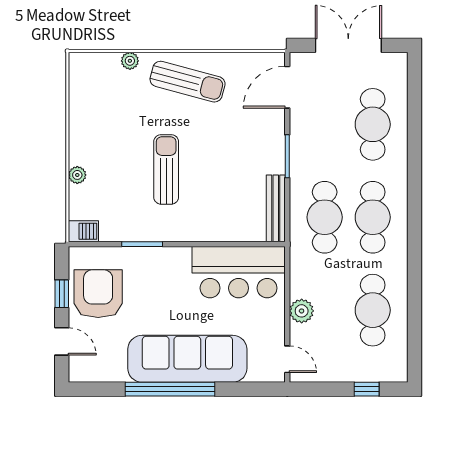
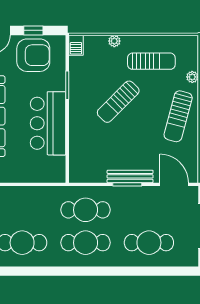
sun lounger: (107, 121) -> (151, 61), added
sun lounger: (166, 169) -> (118, 102), turned 135
bench: (276, 208) -> (130, 176), moved
bar counter: (239, 272) -> (48, 123), moved
plant: (302, 311) -> (22, 194), removed

